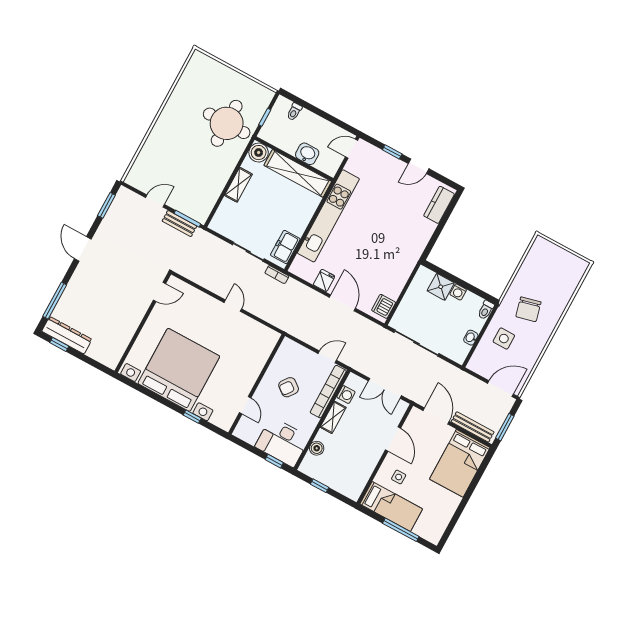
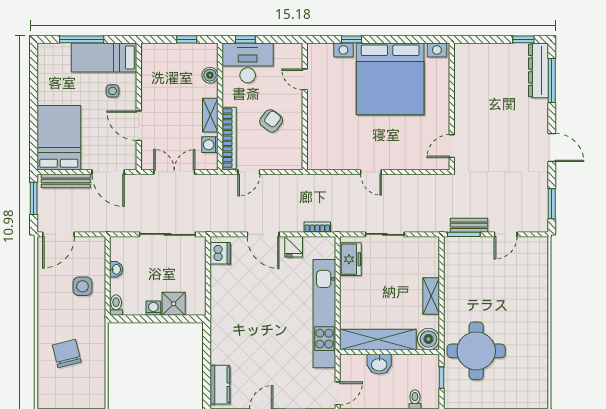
bookcase: (277, 275) -> (317, 227), moved
chair: (528, 309) -> (67, 353), moved
dresser: (67, 335) -> (539, 70), moved, turned 90

